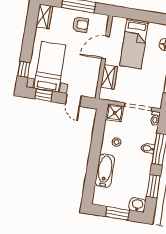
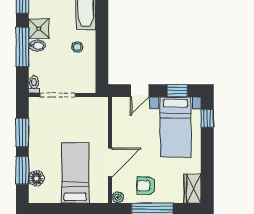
plant: (104, 19) -> (118, 197), added
wardrobe: (109, 77) -> (100, 126), removed
door: (73, 100) -> (140, 91), swing flipped
shower: (115, 113) -> (39, 29), moved

